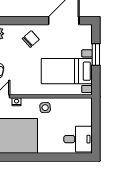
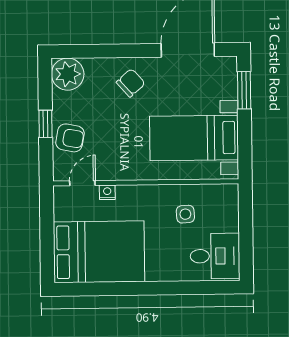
window: (96, 54) -> (244, 90), moved
side table: (45, 108) -> (185, 214), moved

